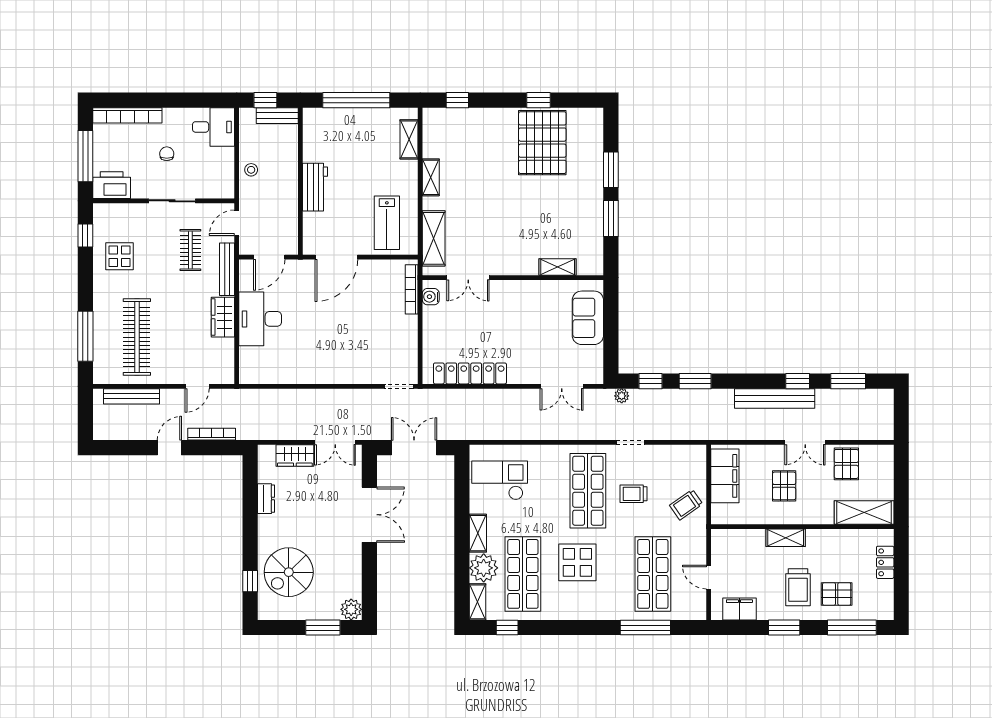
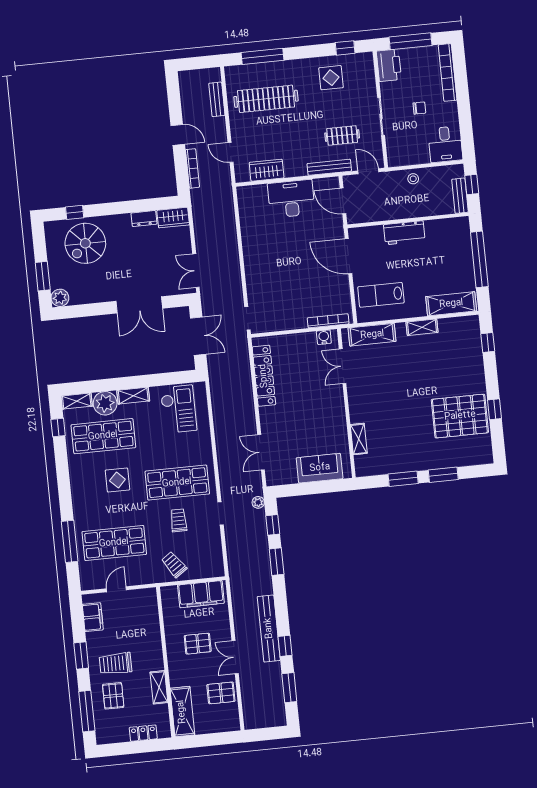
shelving: (409, 139) -> (451, 304), width x1.50, depth x1.33
wardrobe: (223, 317) -> (267, 170), moved
bench: (132, 396) -> (217, 99), width x0.73
wardrobe: (295, 456) -> (173, 218), moved, turned -90
shelving: (786, 538) -> (159, 687), moved
display table: (577, 562) -> (117, 480), width x0.73, depth x0.73
spiral stairs: (289, 572) -> (85, 243), turned -90

